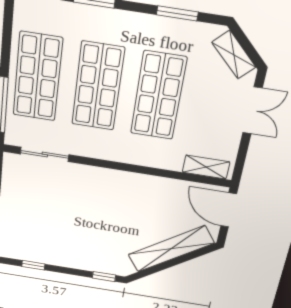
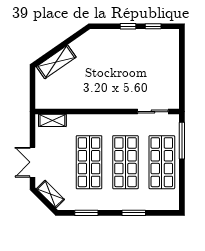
door: (229, 210) -> (33, 93), removed
shelving: (171, 249) -> (56, 62), width x0.68
window: (104, 277) -> (128, 26), moved

